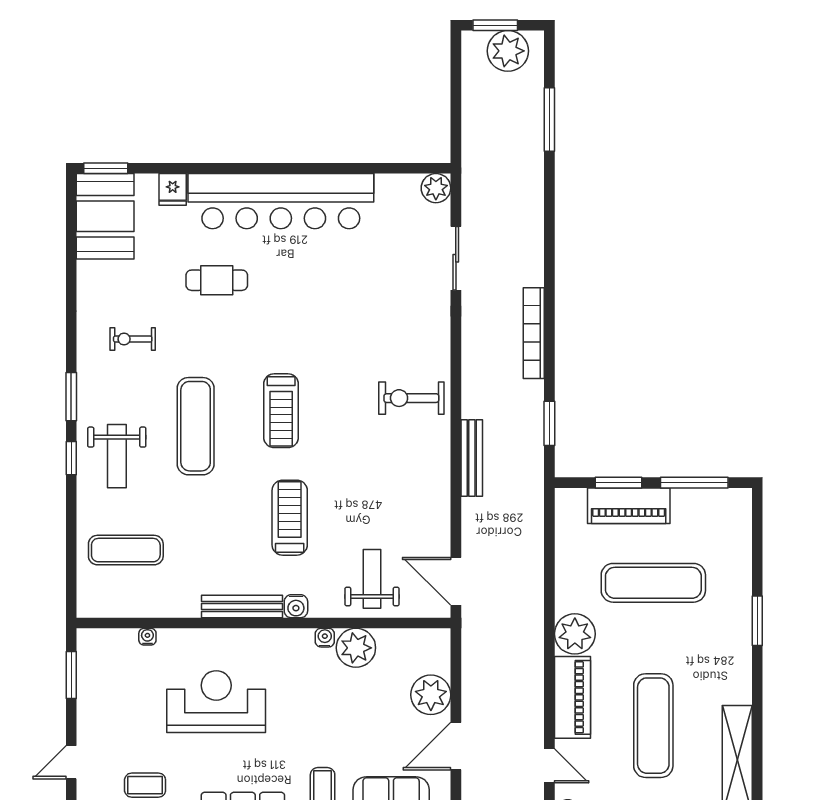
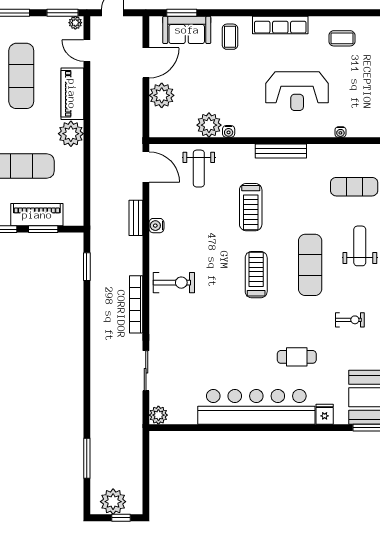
window: (495, 25) -> (121, 518), width x0.67
bookcase: (534, 333) -> (136, 304), moved, turned 180
bench: (472, 458) -> (136, 218), moved, width x0.73
water cooler: (296, 606) -> (156, 226), moved, turned -90

